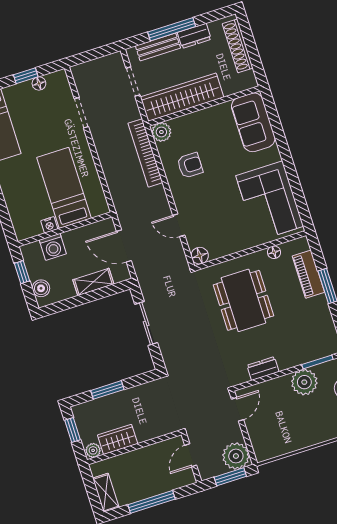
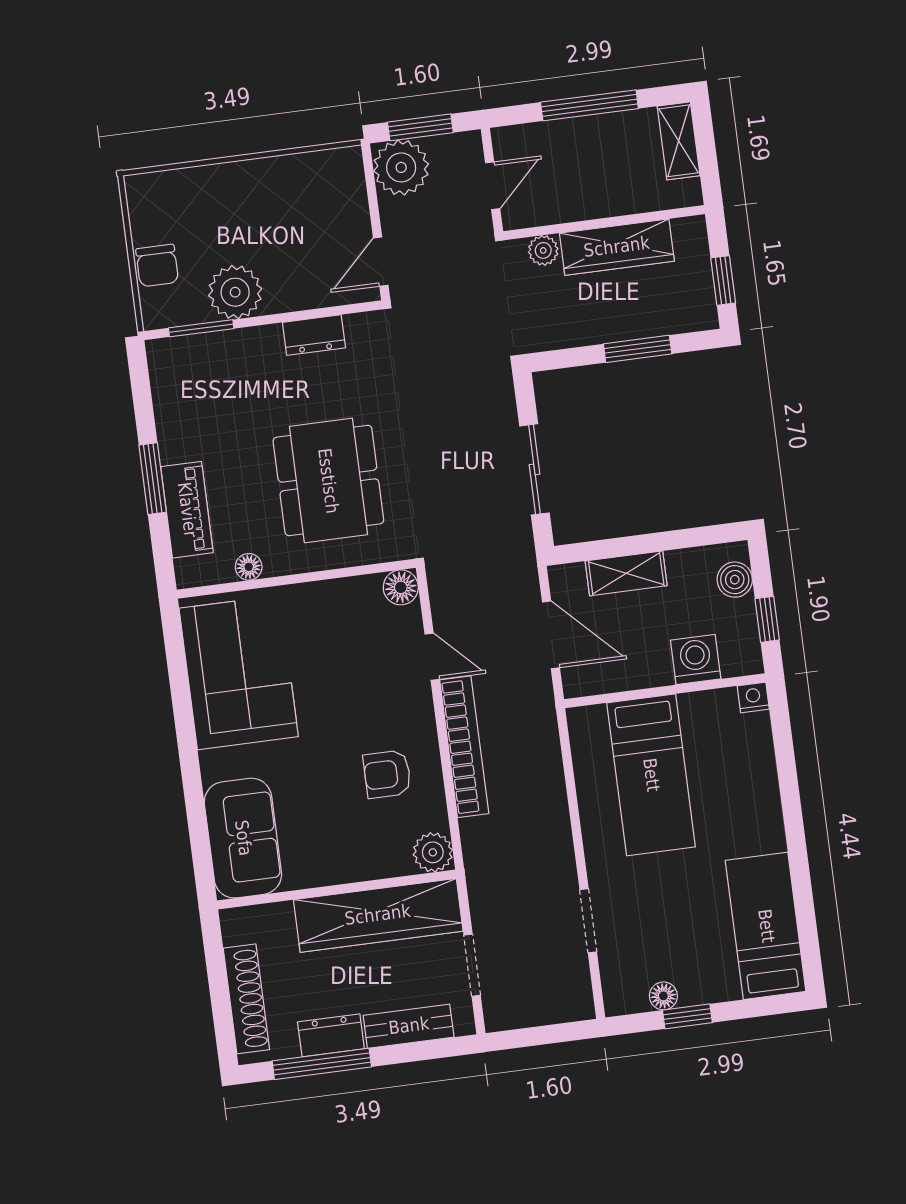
window: (172, 29) -> (322, 1064), moved
bookcase: (145, 153) -> (464, 747), moved
nightstand: (49, 225) -> (753, 698), moved
wardrobe: (118, 439) -> (617, 247), width x1.50
plant: (93, 450) -> (543, 250), moved

